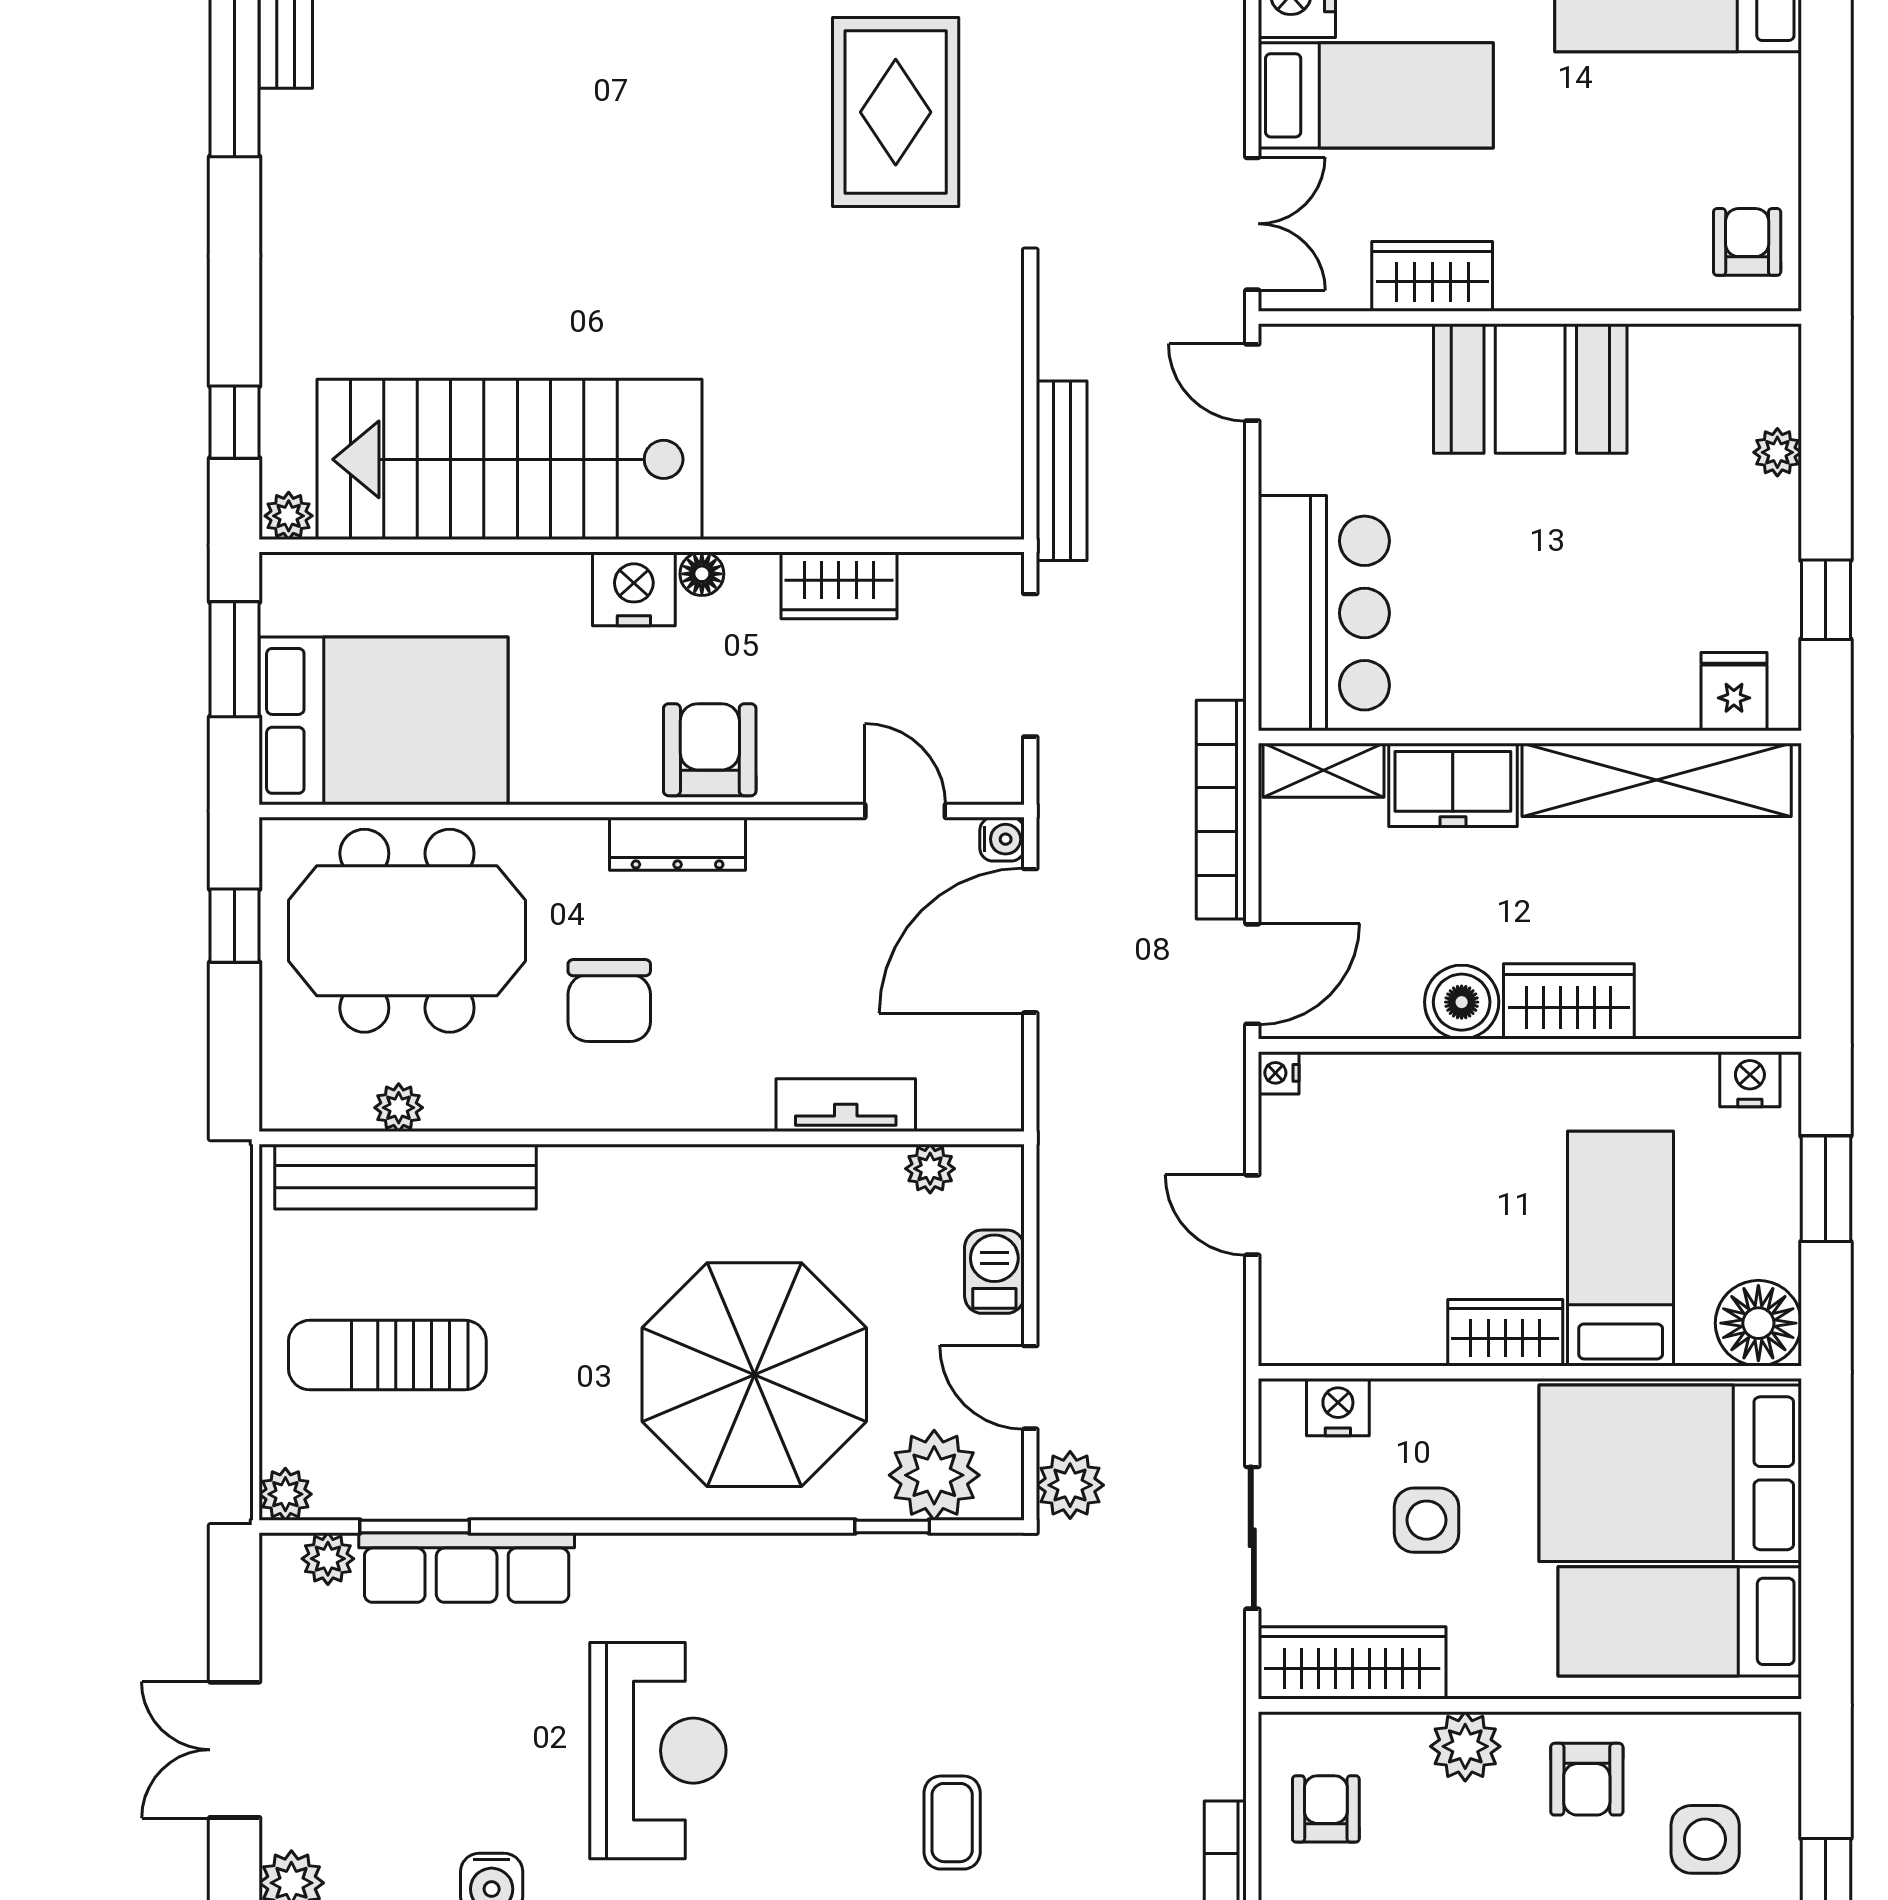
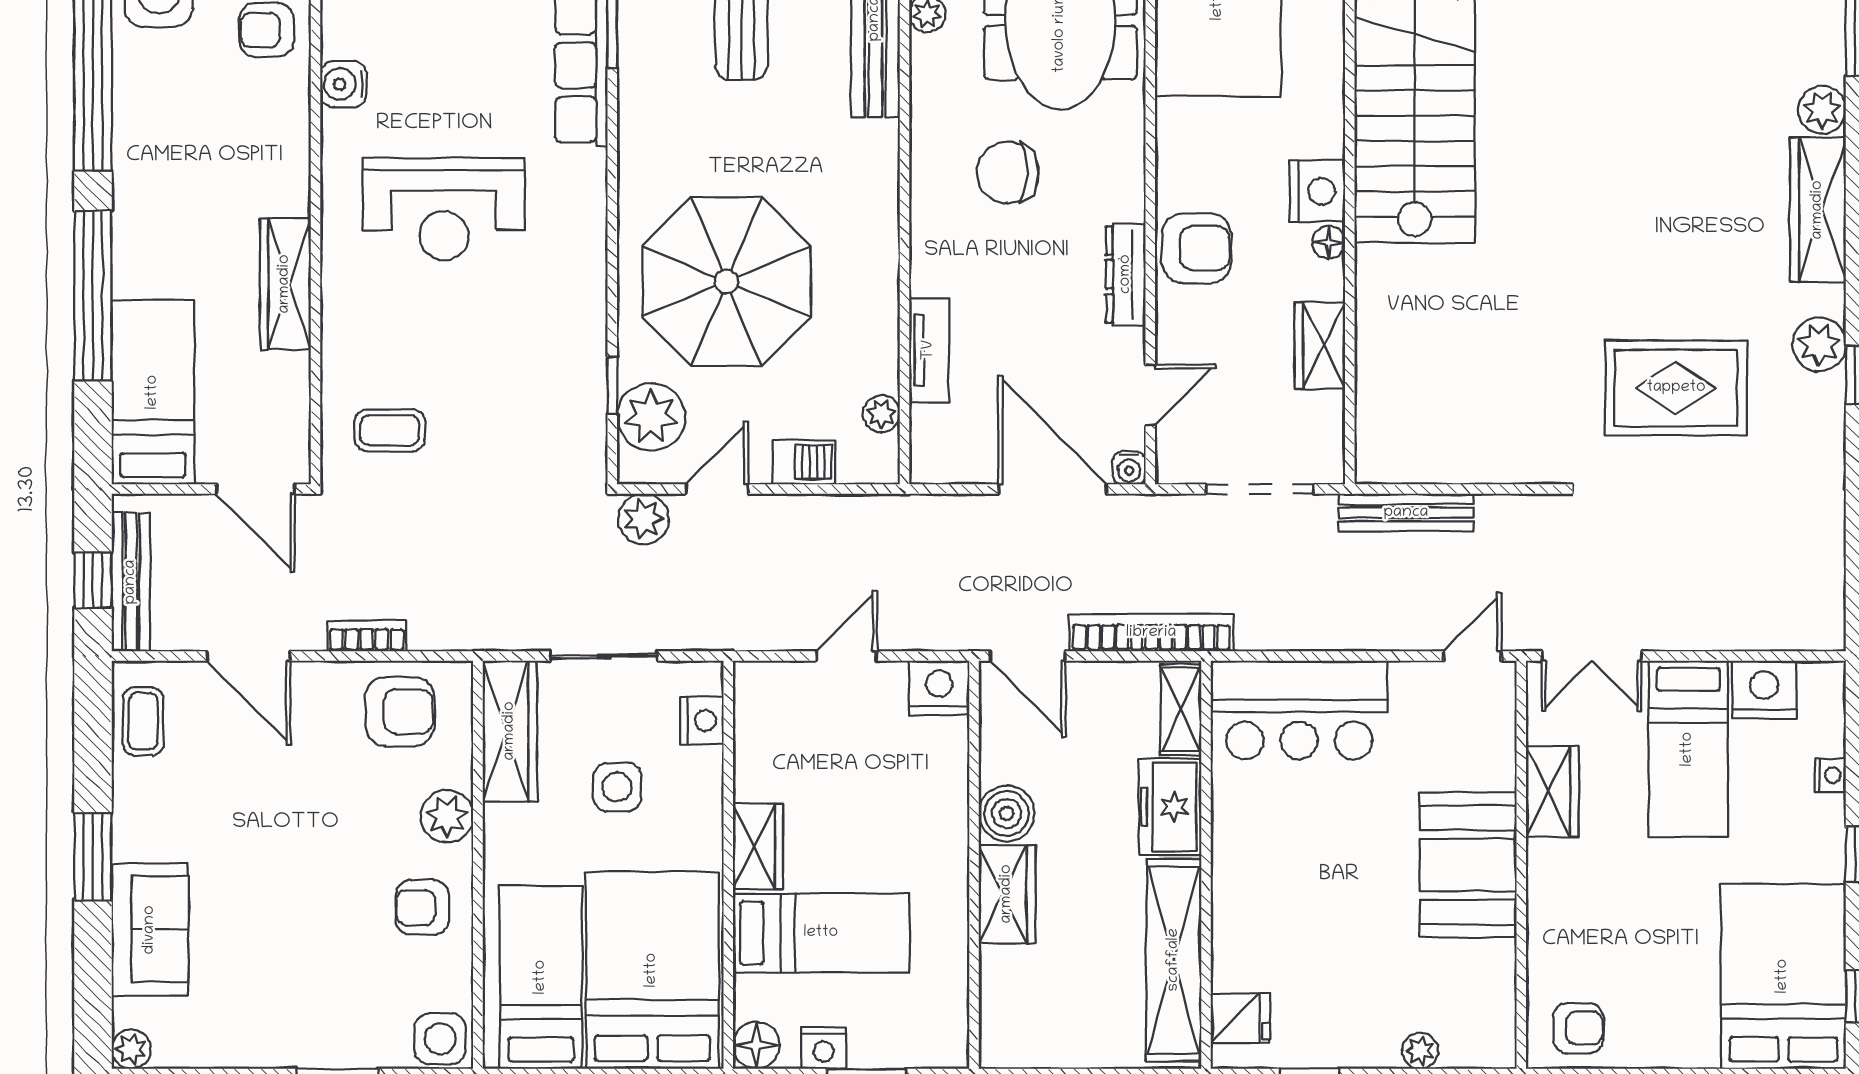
dresser: (678, 844) -> (1126, 274), moved
nightstand: (1279, 1073) -> (939, 688), width x1.89, depth x1.79
nightstand: (1750, 1079) -> (824, 1048), moved, turned 90
floor lamp: (1758, 1323) -> (756, 1045), width x0.73, depth x0.73
armchair: (1326, 1809) -> (400, 711), width x1.38, depth x1.38
side table: (1705, 1839) -> (440, 1039), moved

